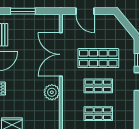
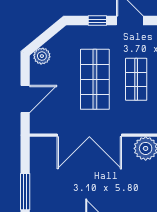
plant: (114, 23) -> (42, 56), added

